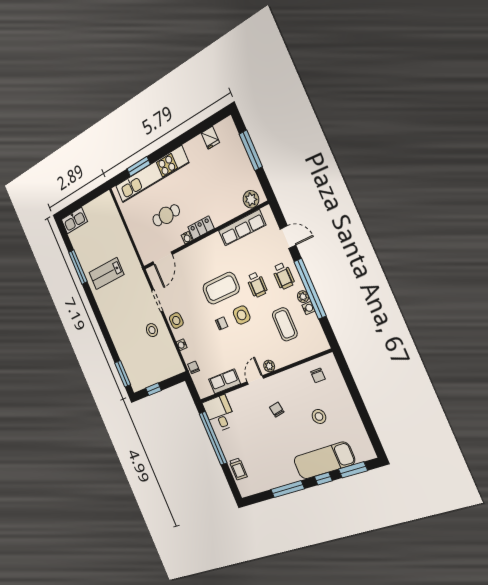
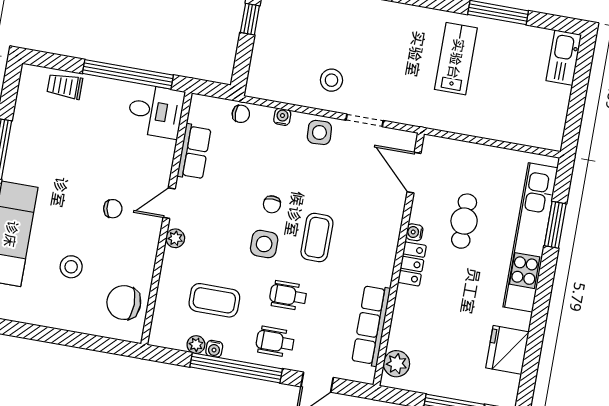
fridge: (210, 138) -> (507, 350), width x1.88, depth x1.34
coffee table: (221, 288) -> (317, 238), width x0.73, depth x0.76
plant: (303, 297) -> (196, 345), moved
chair: (318, 375) -> (124, 303), width x1.87, depth x1.87
door: (255, 380) -> (169, 203), swing flipped

